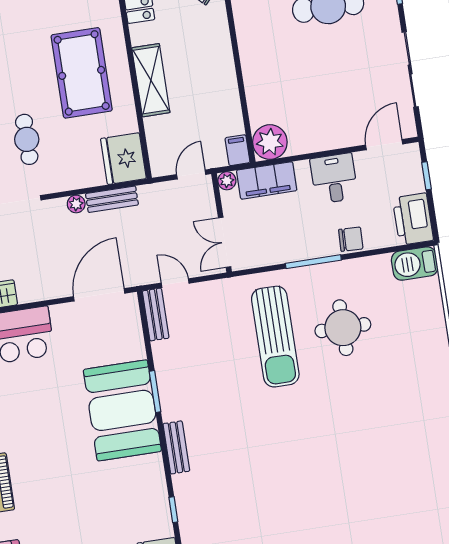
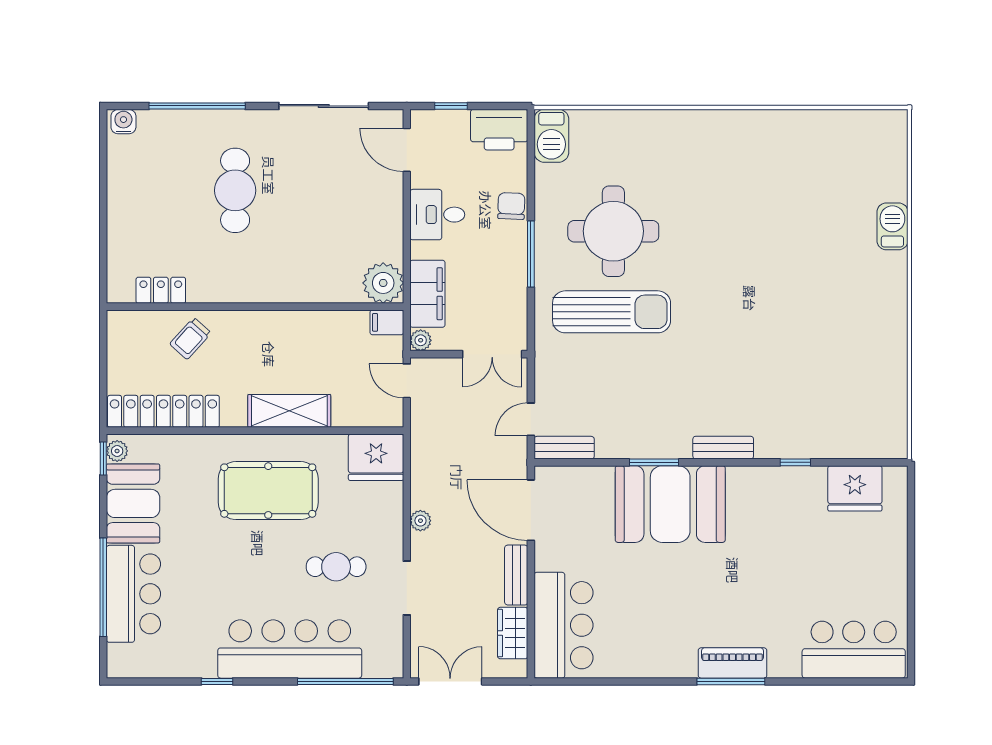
bench: (112, 199) -> (516, 575), moved
round table: (343, 328) -> (613, 231), width x1.36, depth x1.36

